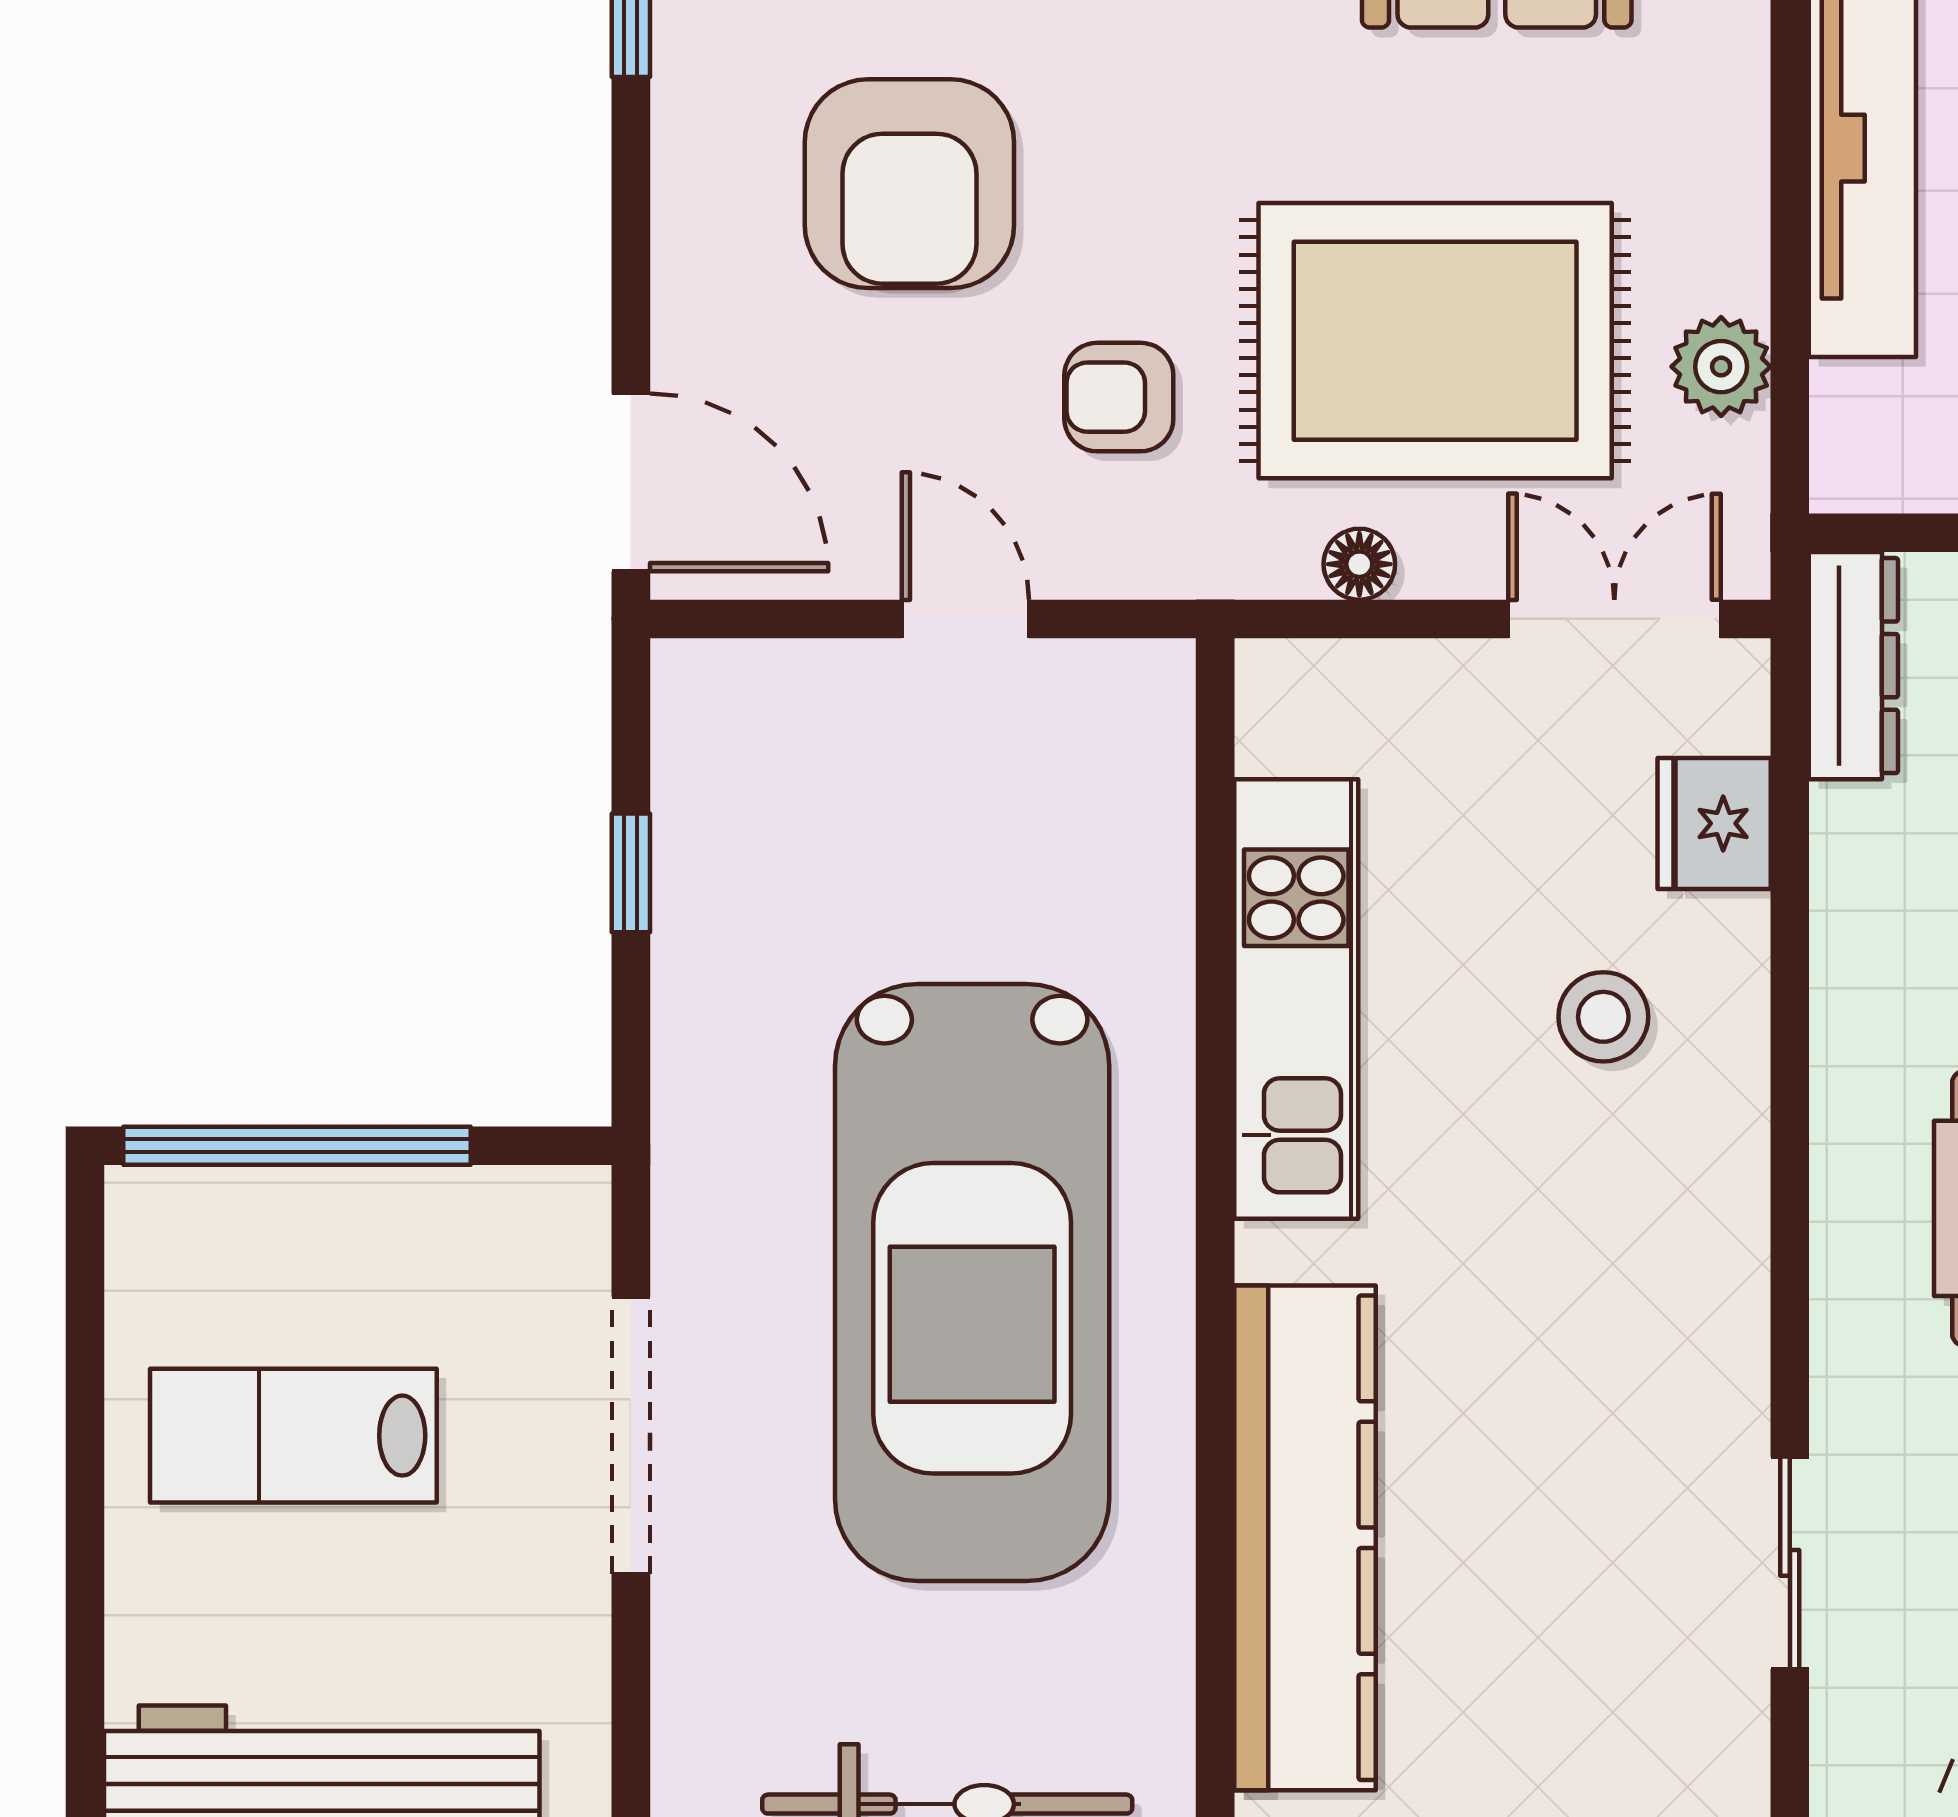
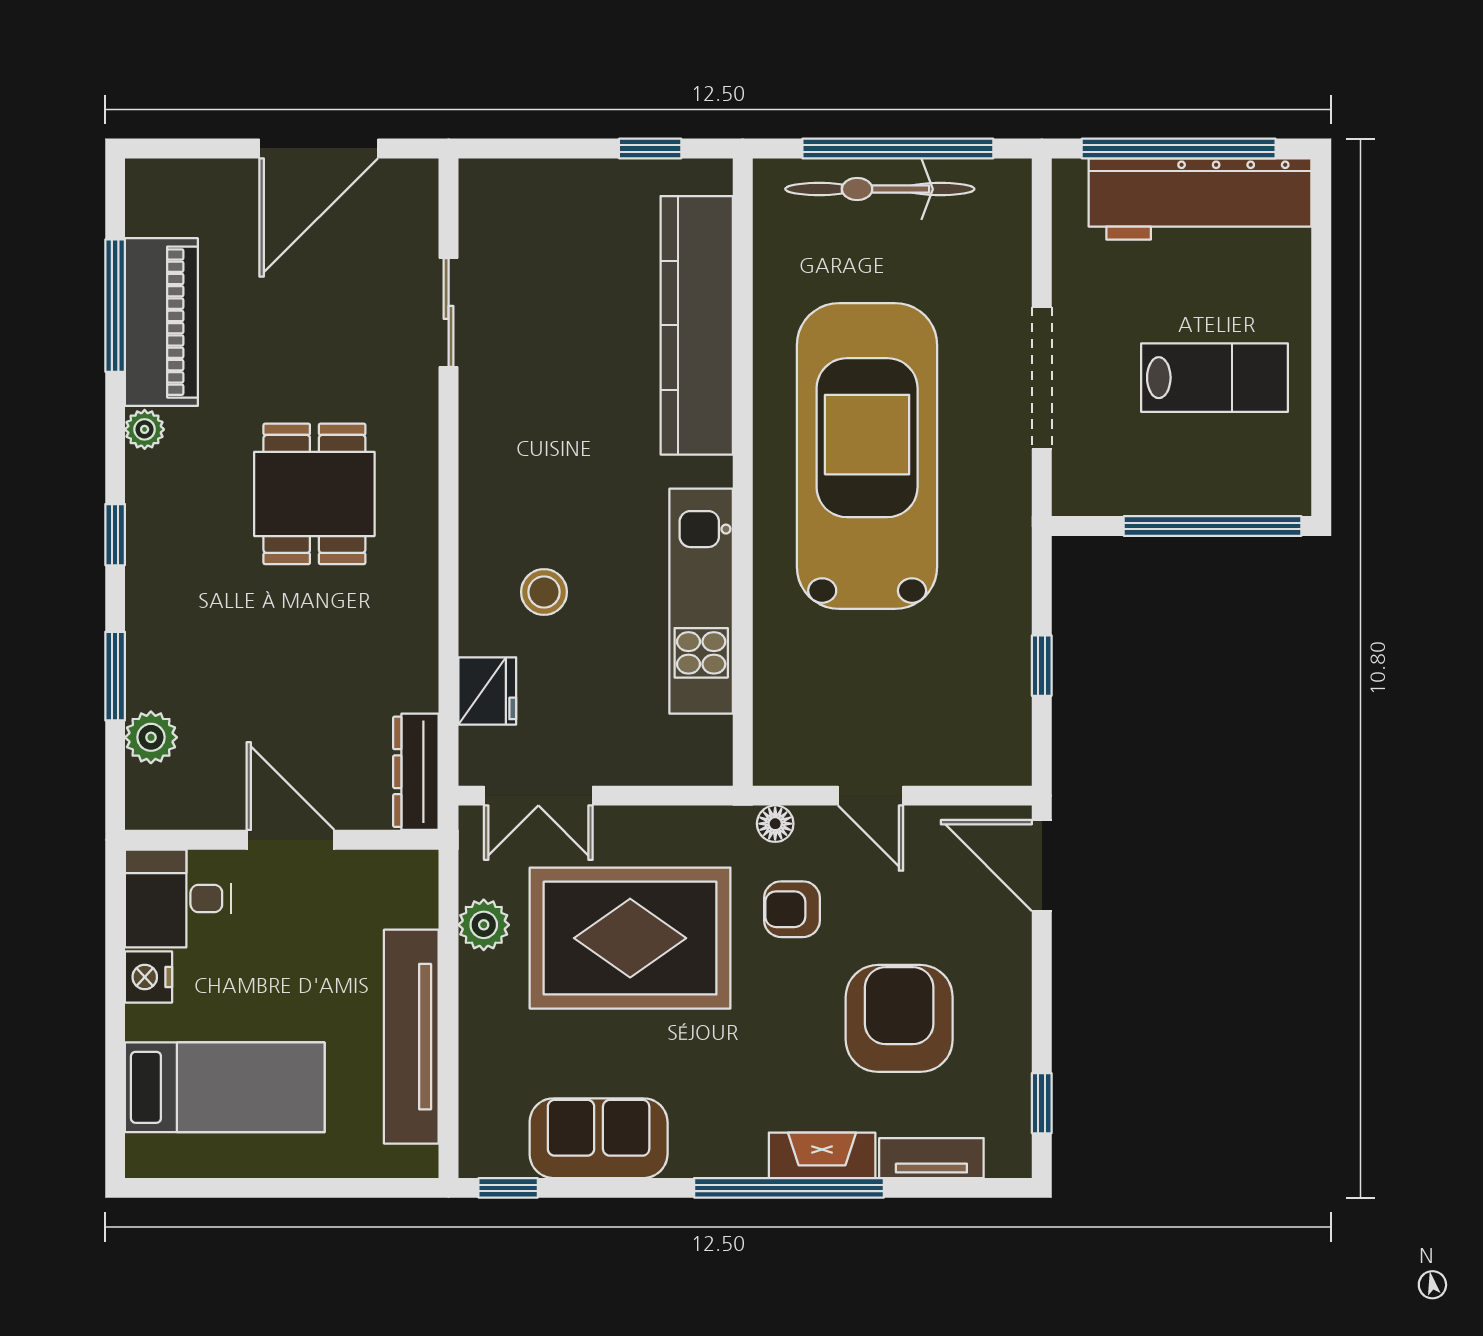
armchair: (1119, 397) -> (792, 909), turned 180
floor lamp: (1359, 564) -> (775, 824), moved

